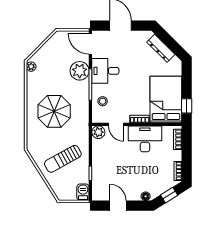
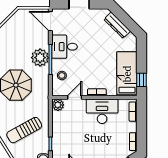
plant: (80, 71) -> (40, 58), moved
bed: (166, 100) -> (127, 74), width x0.67
door: (116, 124) -> (75, 97), swing flipped

